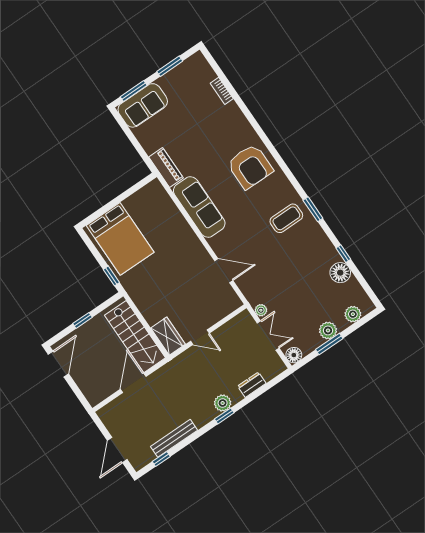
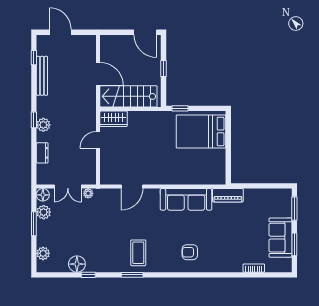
sofa: (143, 105) -> (280, 238), moved
armchair: (250, 167) -> (190, 252), width x0.53, depth x0.53
plant: (328, 330) -> (44, 212), moved

